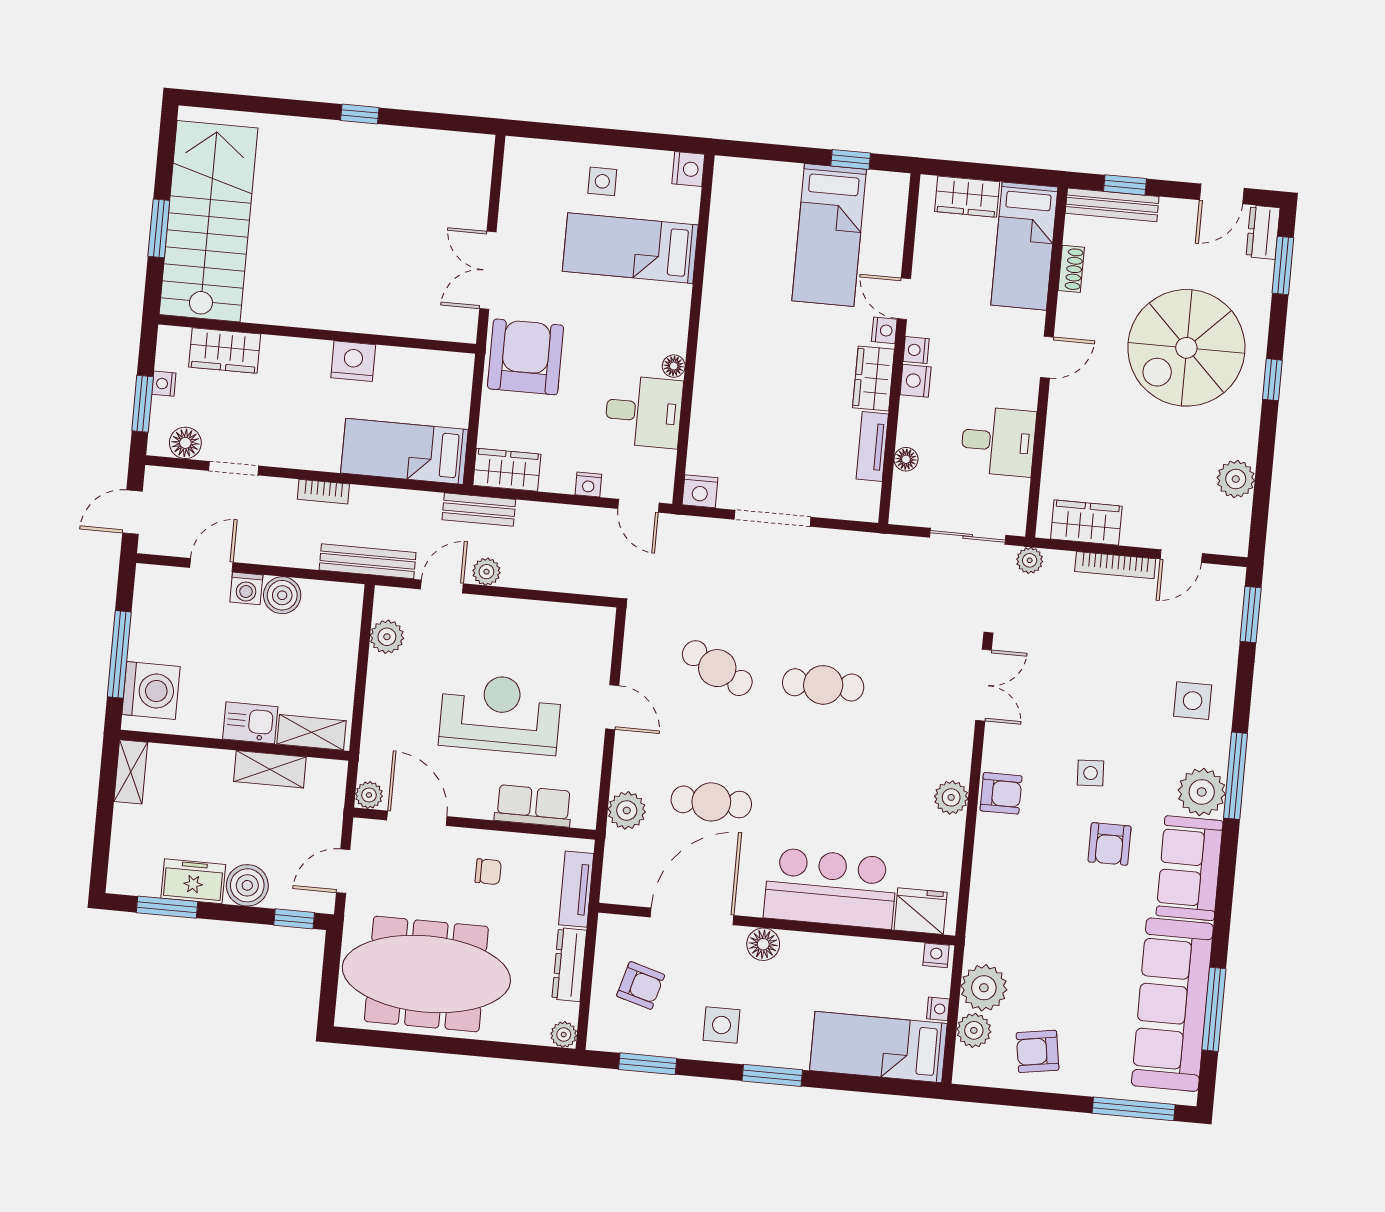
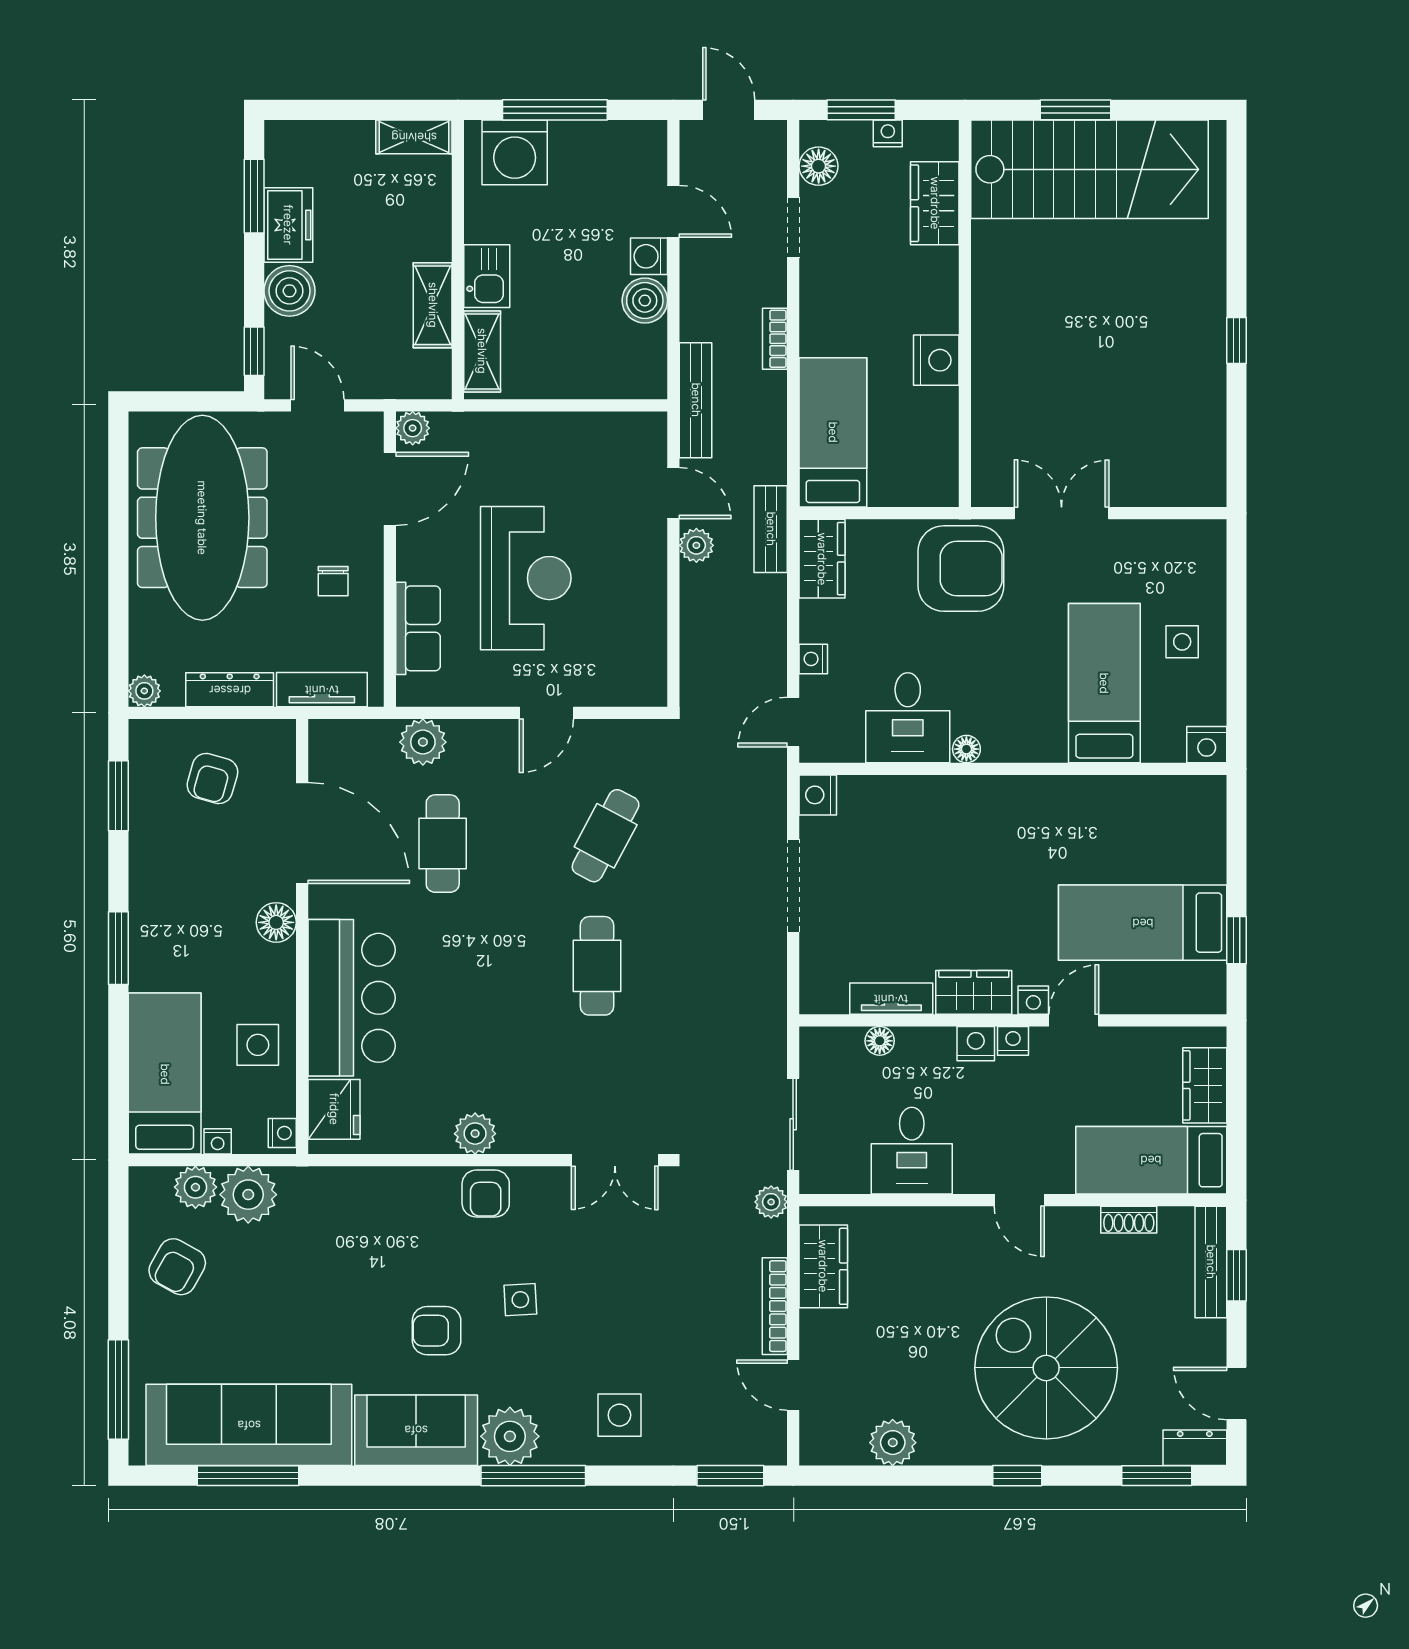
plant: (387, 637) -> (606, 432), removed
side table: (721, 1025) -> (258, 1045), moved
armchair: (1038, 1051) -> (177, 1267), turned -142

